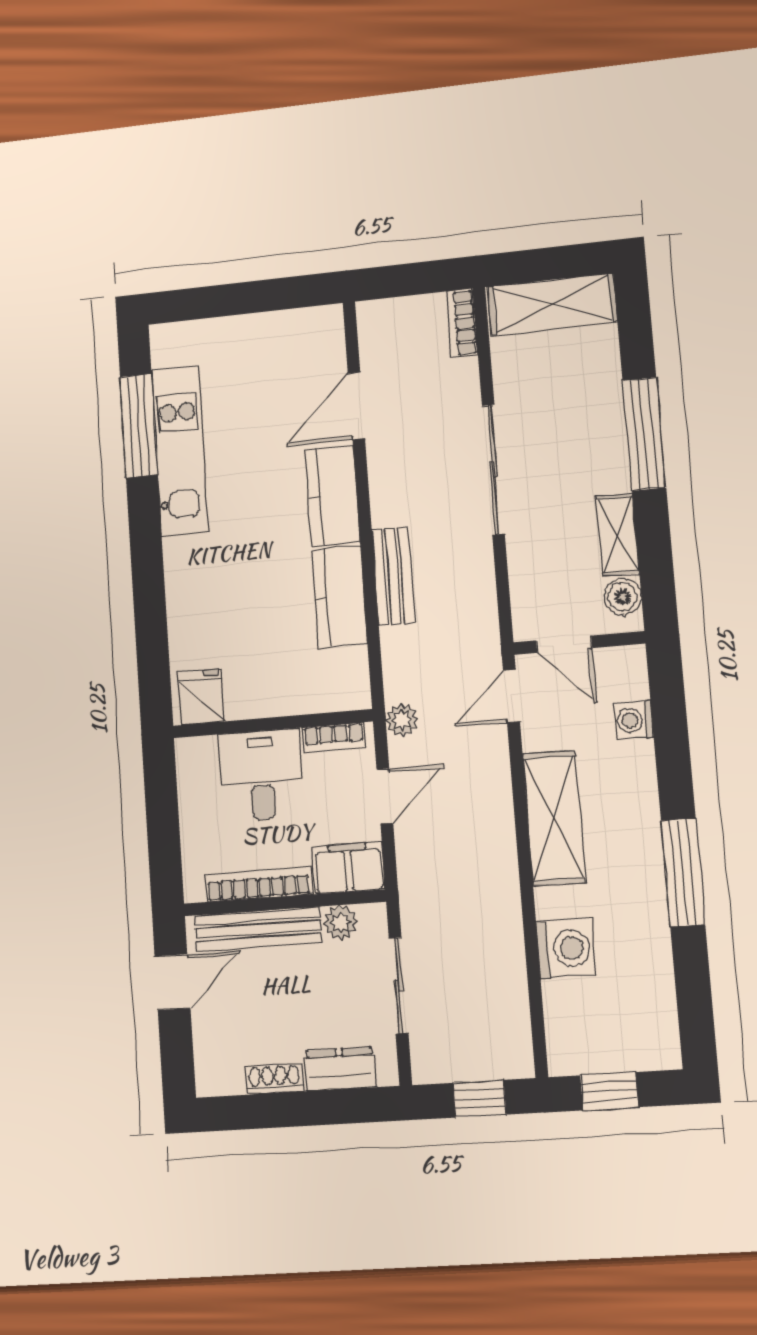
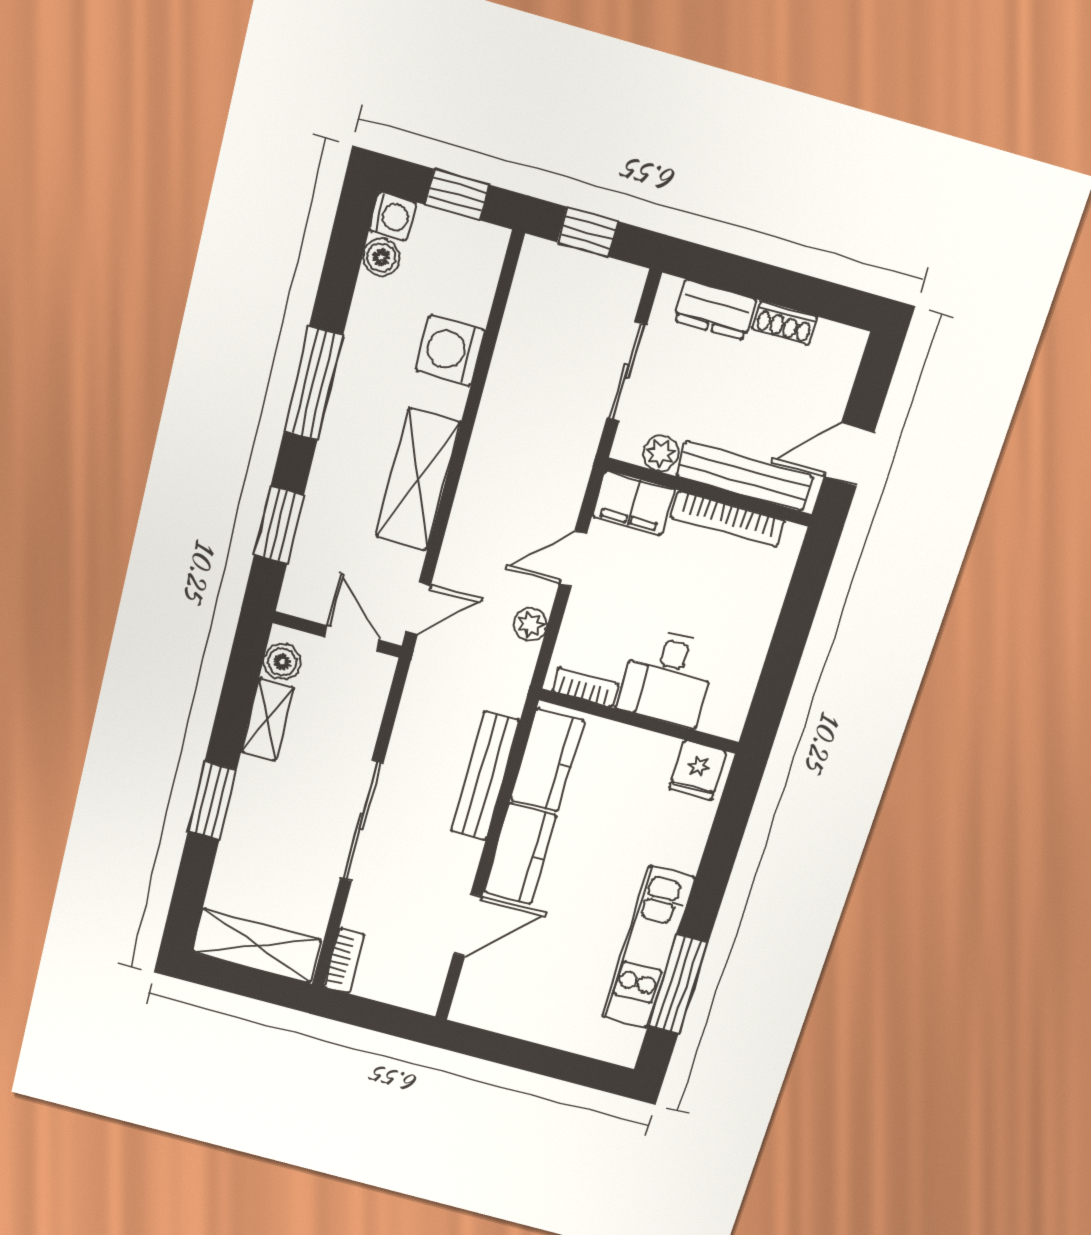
window: (644, 434) -> (212, 801), width x0.69
bench: (393, 576) -> (485, 776), width x1.36
fridge: (201, 697) -> (698, 770), moved
washing machine: (633, 720) -> (392, 216), moved
wall: (272, 724) -> (639, 721), moved
window: (670, 727) -> (279, 525), added
bookcase: (334, 737) -> (585, 687), moved
desk: (262, 775) -> (667, 678), moved
boiler: (659, 1011) -> (381, 257), added

